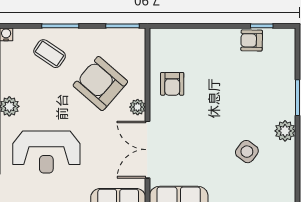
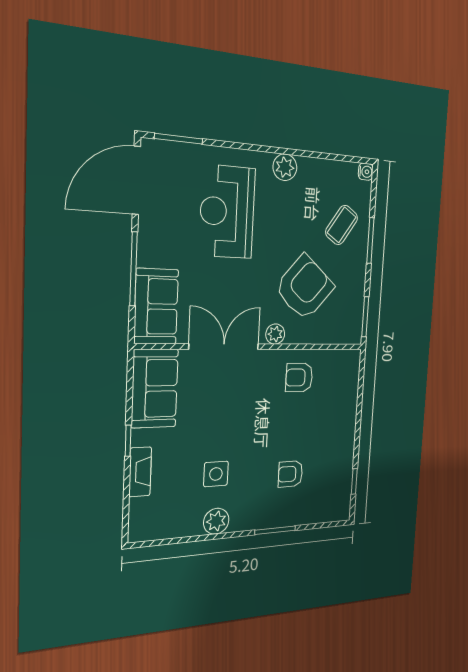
armchair: (252, 40) -> (290, 474), moved, turned -91
plant: (285, 131) -> (216, 521), moved
side table: (247, 152) -> (216, 474), turned -37

